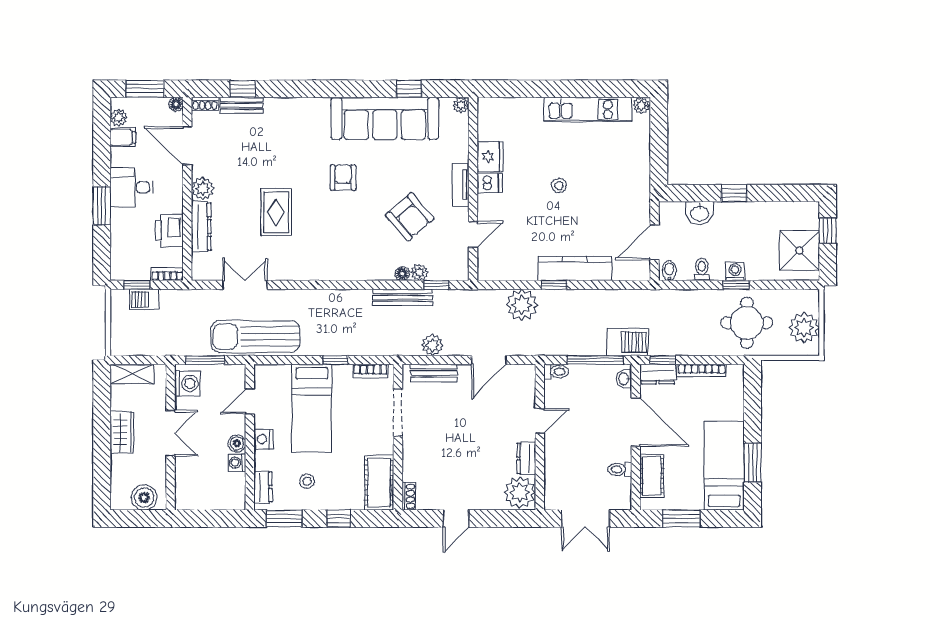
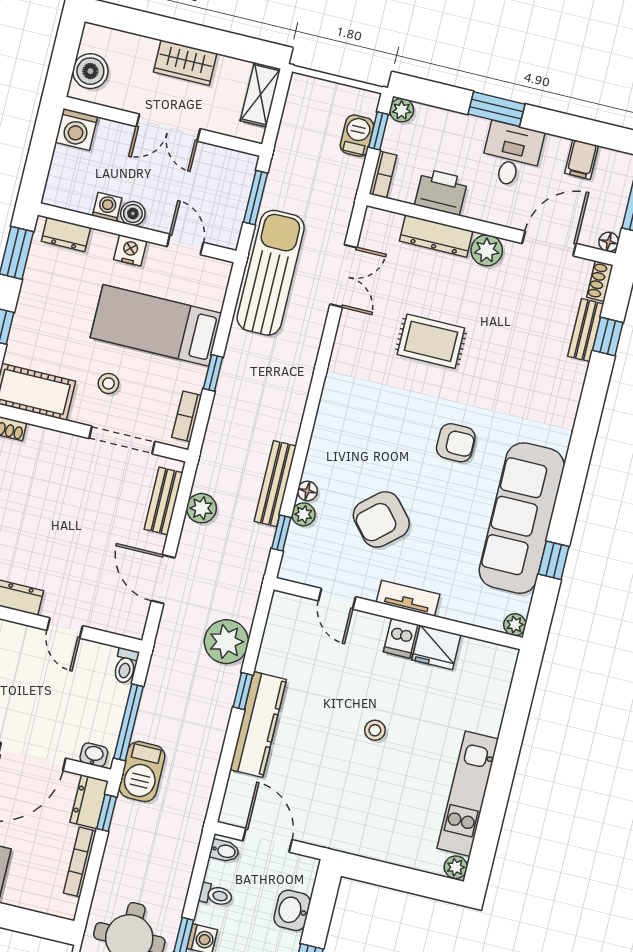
plant: (119, 118) -> (402, 110), moved
washing machine: (187, 383) -> (76, 129), moved
stool: (307, 481) -> (108, 383), moved

